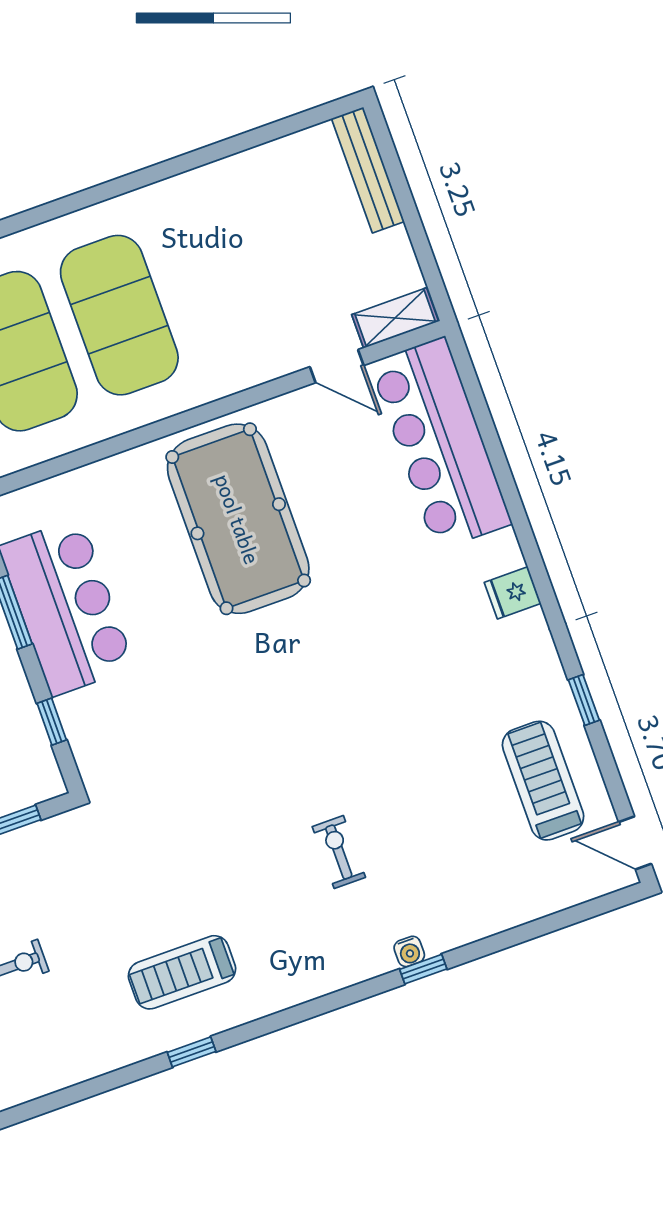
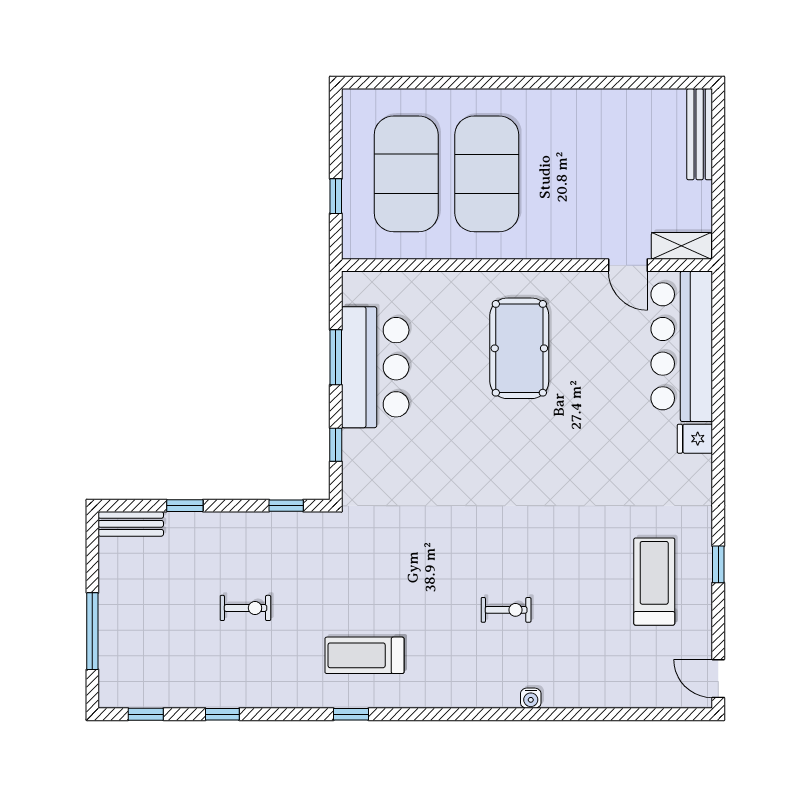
pool table: (238, 519) -> (519, 348), width x0.73, depth x0.76
fridge: (513, 593) -> (695, 439), moved
treadmill: (543, 781) -> (654, 582), moved
exercise bike: (339, 852) -> (506, 610), turned 90
window: (423, 969) -> (222, 714), moved

